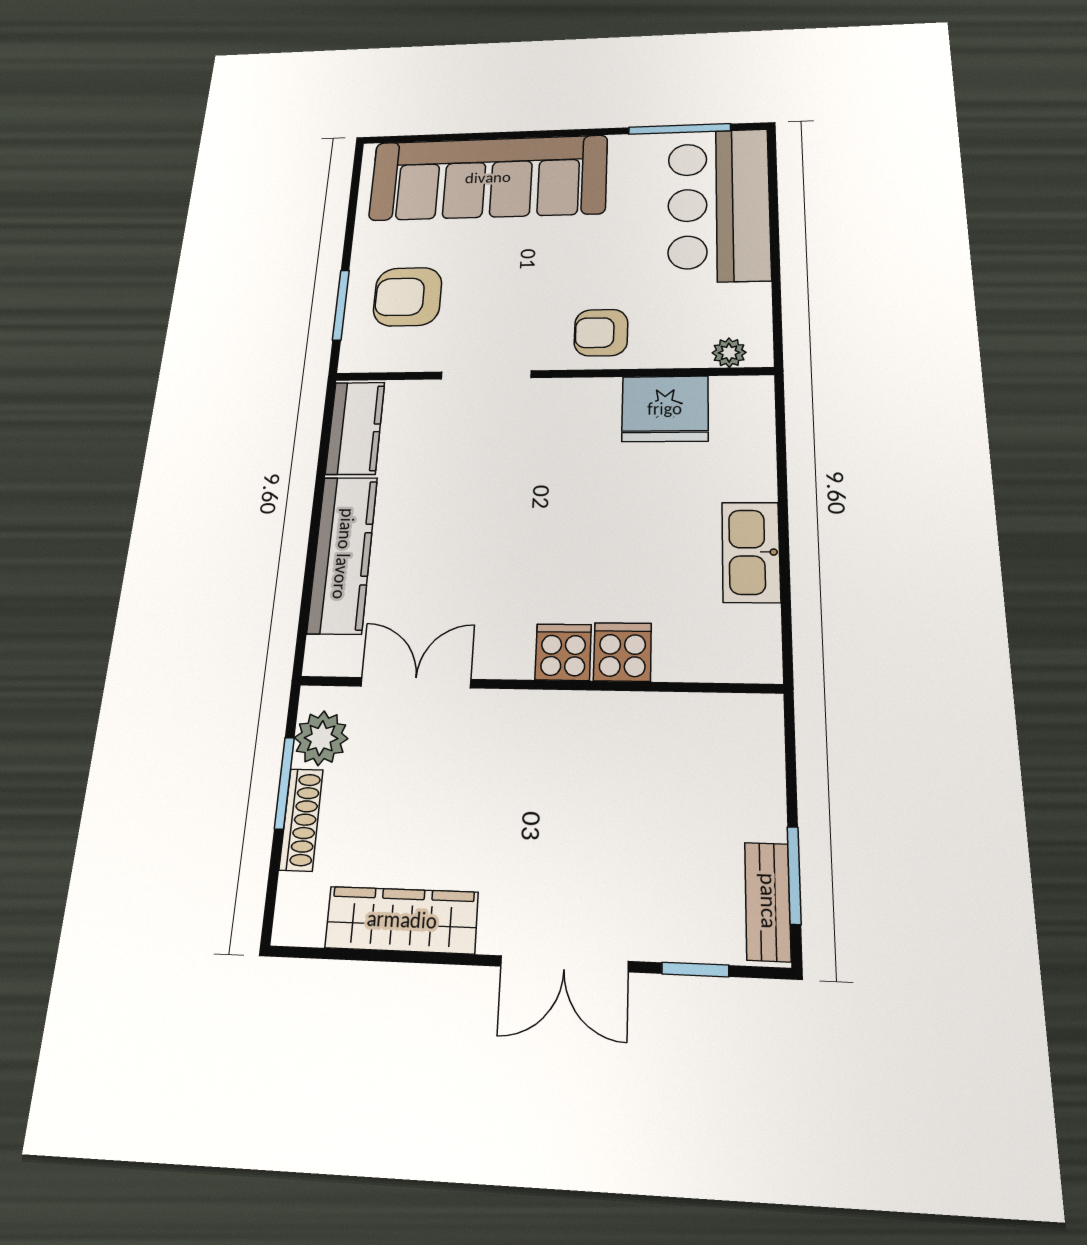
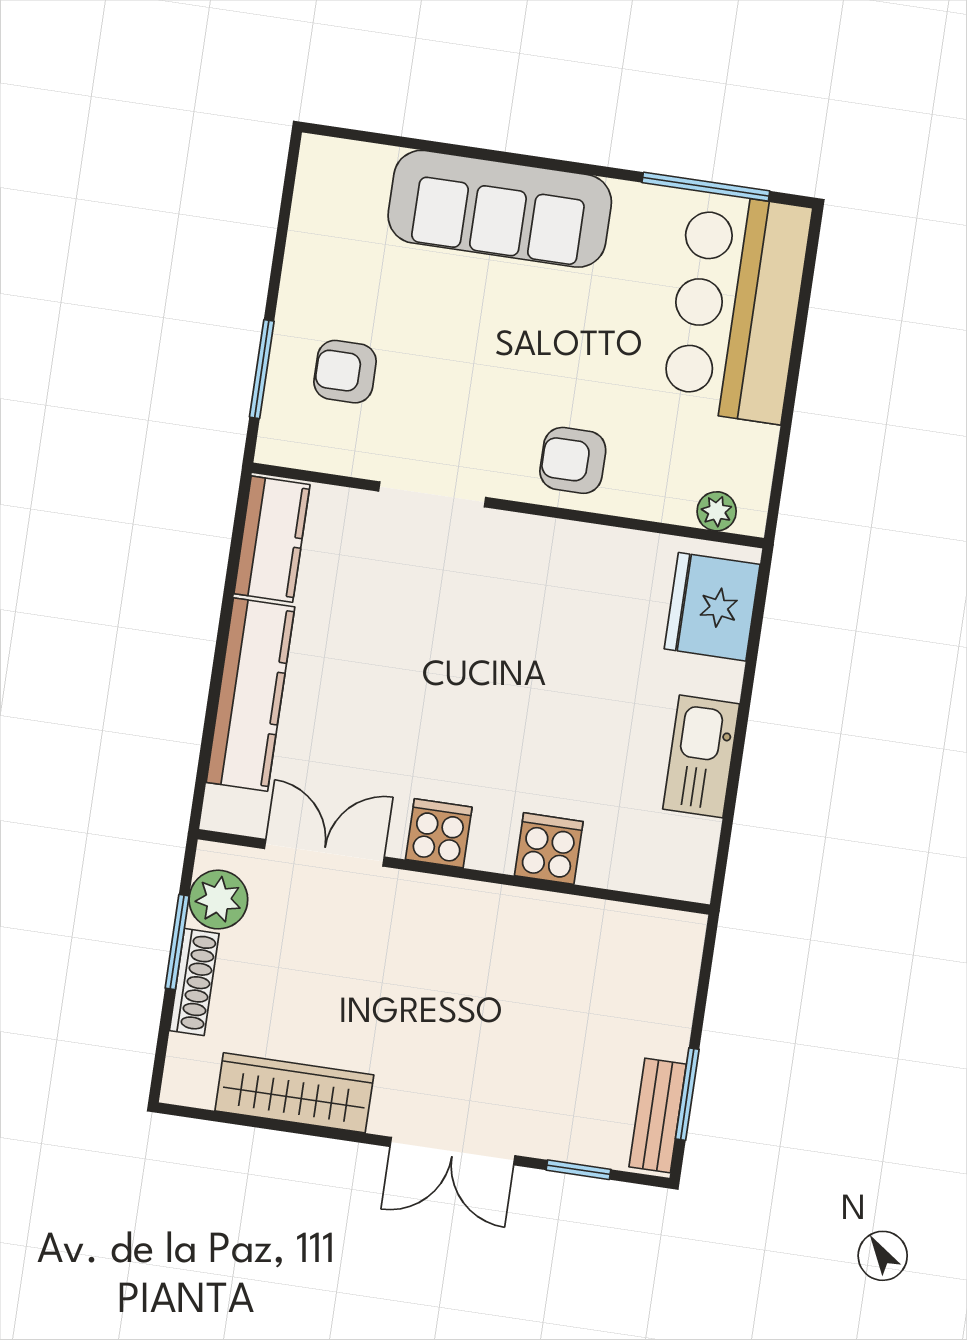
sofa: (488, 178) -> (500, 209), width x0.74, depth x0.79
armchair: (408, 297) -> (345, 372), width x0.72, depth x0.72
fridge: (665, 409) -> (712, 607), moved, turned 90
cooker: (563, 652) -> (439, 833), moved

